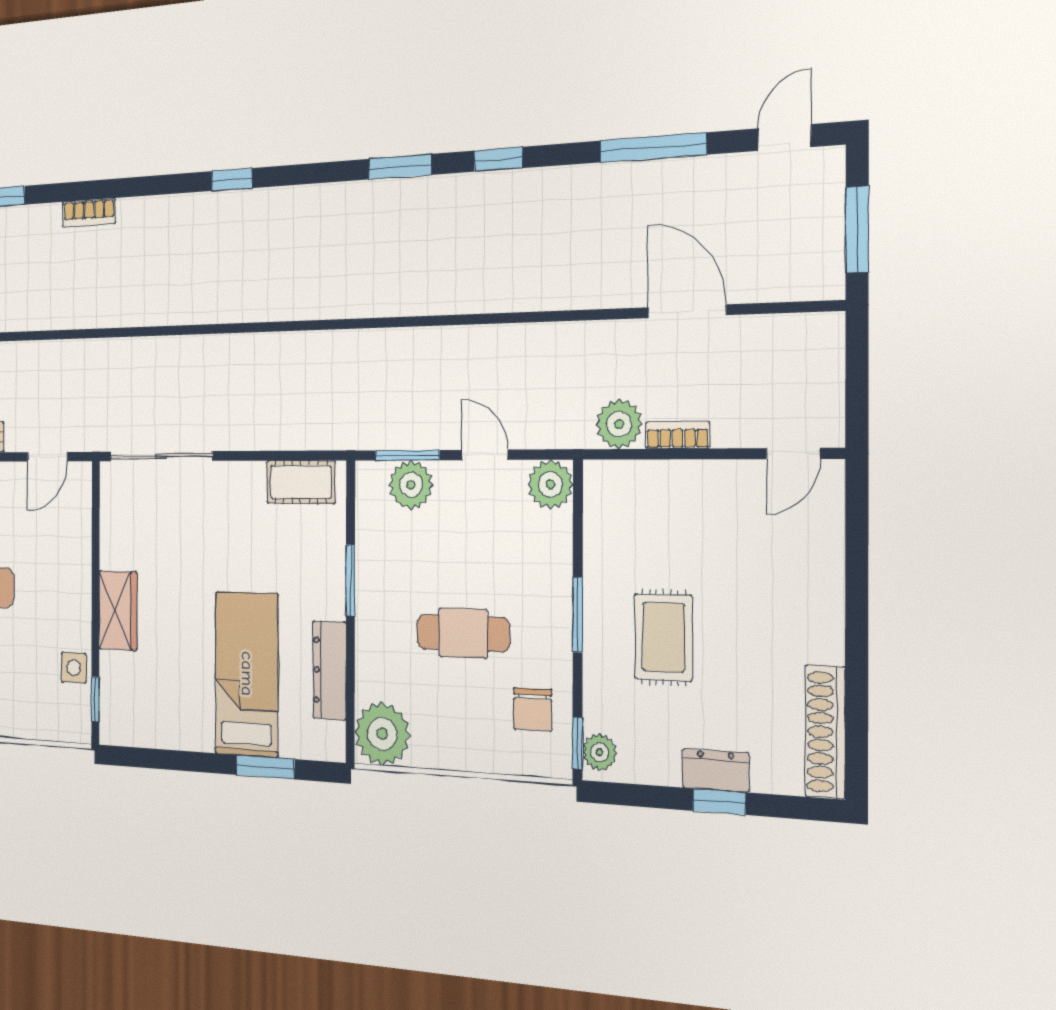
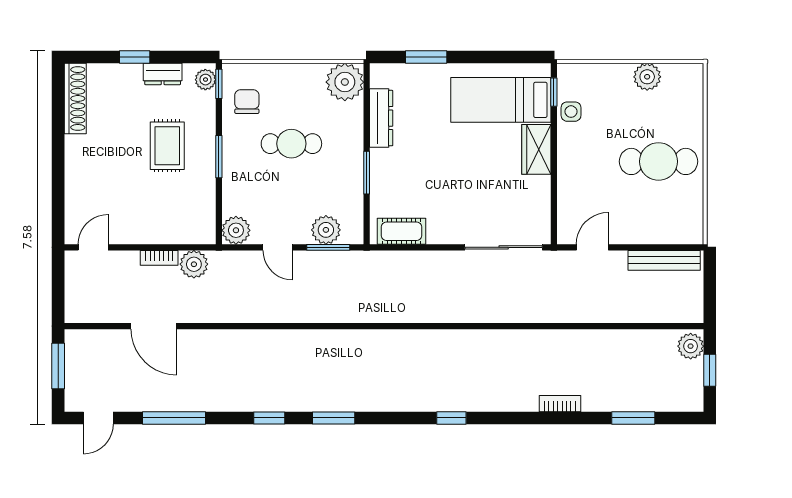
bed: (247, 674) -> (501, 100), moved, turned 90
dresser: (716, 770) -> (163, 74), moved

